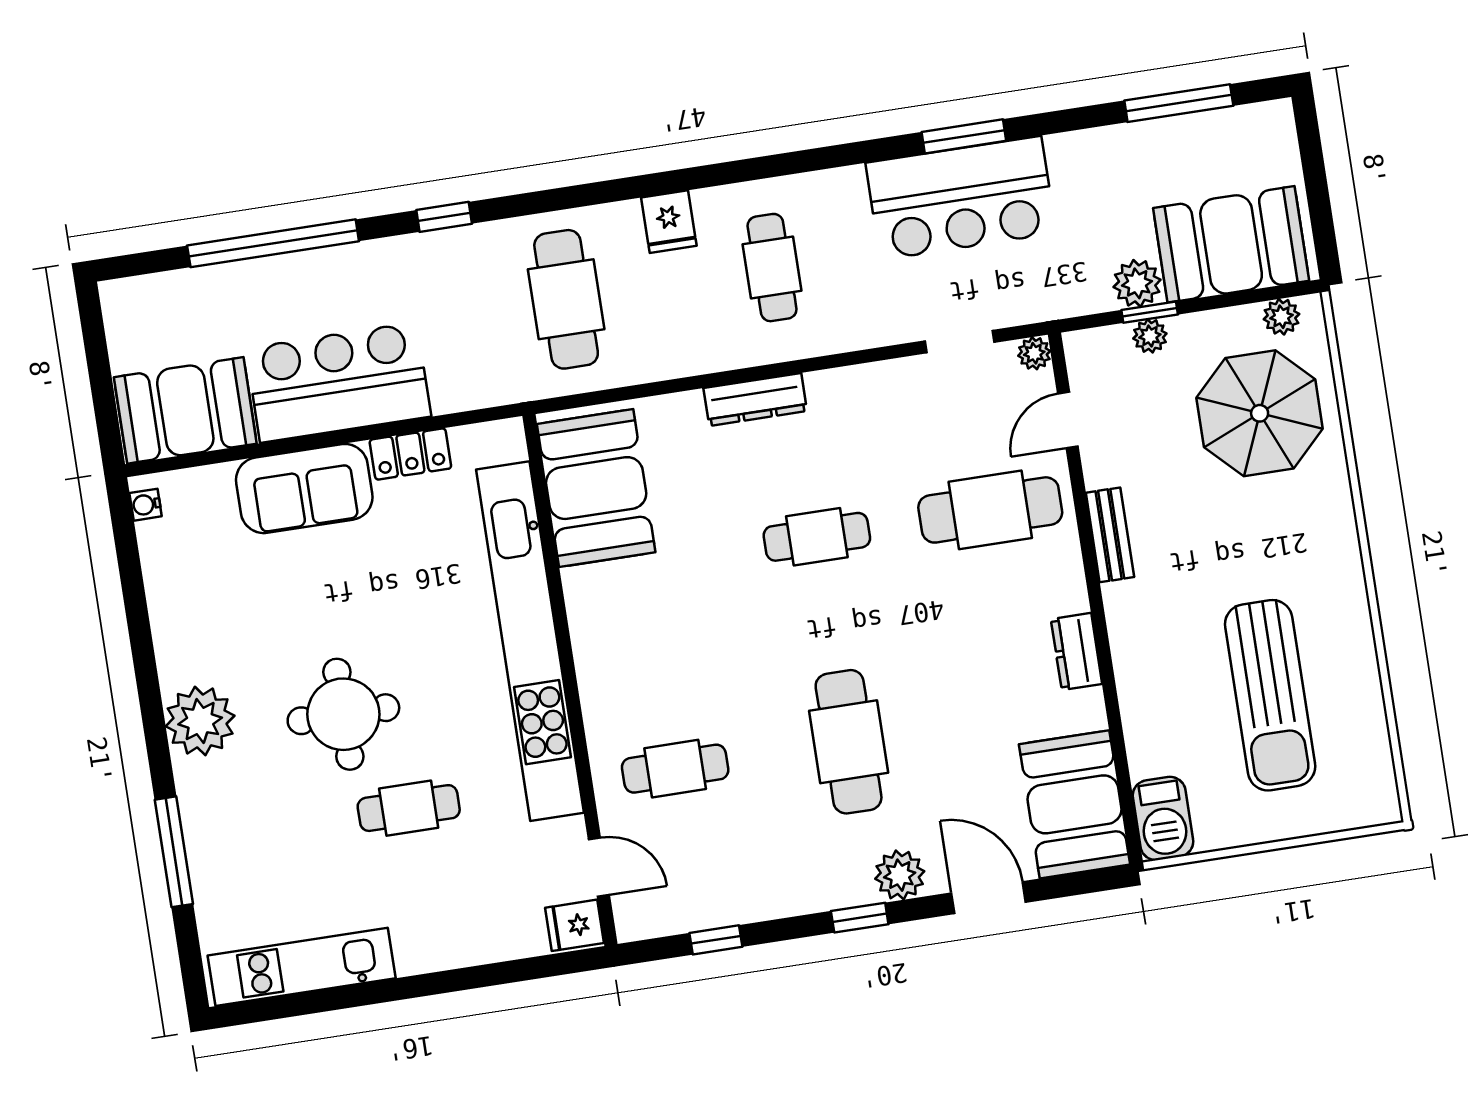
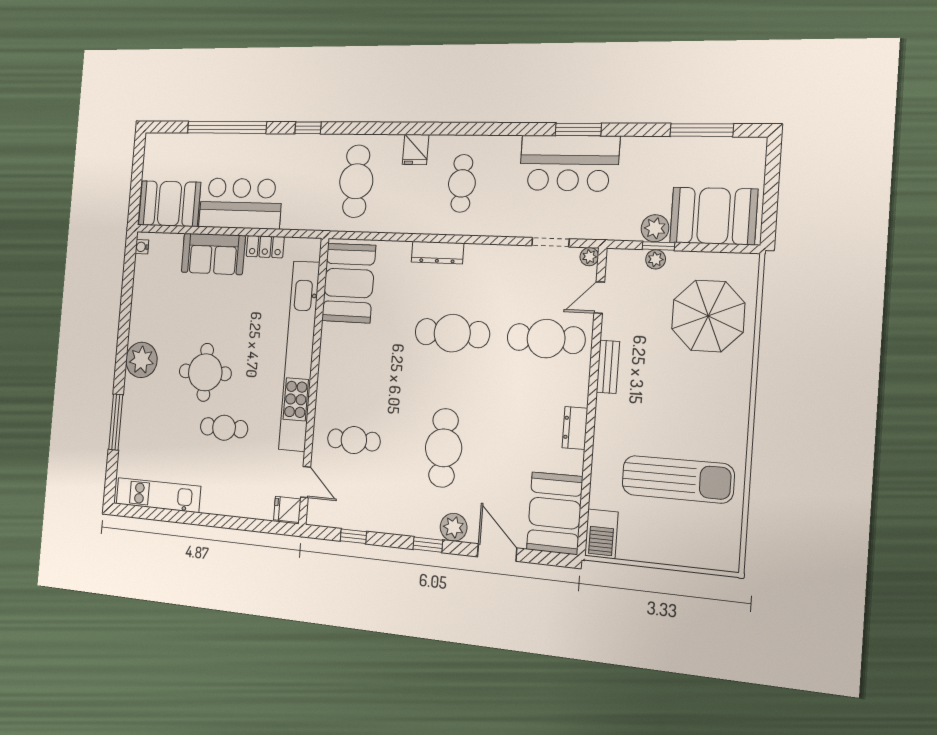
plant: (1281, 317) -> (733, 263), removed
cafe table: (817, 537) -> (452, 333), width x1.37, depth x1.35
sun lounger: (1270, 695) -> (678, 479), turned -90

